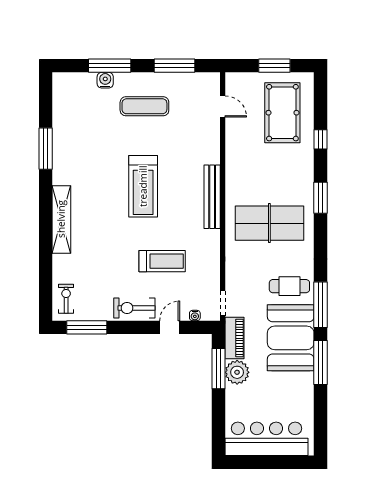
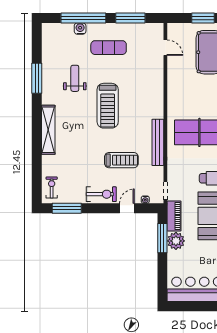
window: (110, 66) -> (83, 18), width x1.46
weight bench: (98, 149) -> (75, 78), added
bench: (212, 197) -> (158, 142), moved
exercise bike: (134, 308) -> (101, 194), turned 180

